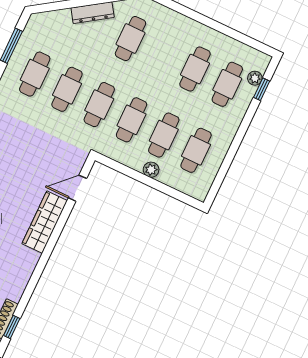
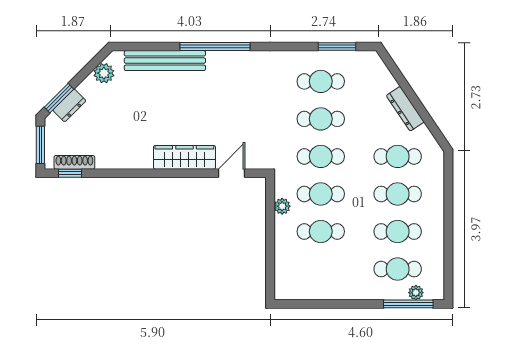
window: (262, 89) -> (408, 304), width x2.17
cafe table: (196, 150) -> (398, 194), moved
plant: (151, 170) -> (282, 206), moved
door: (77, 188) -> (231, 173), hinge flipped

